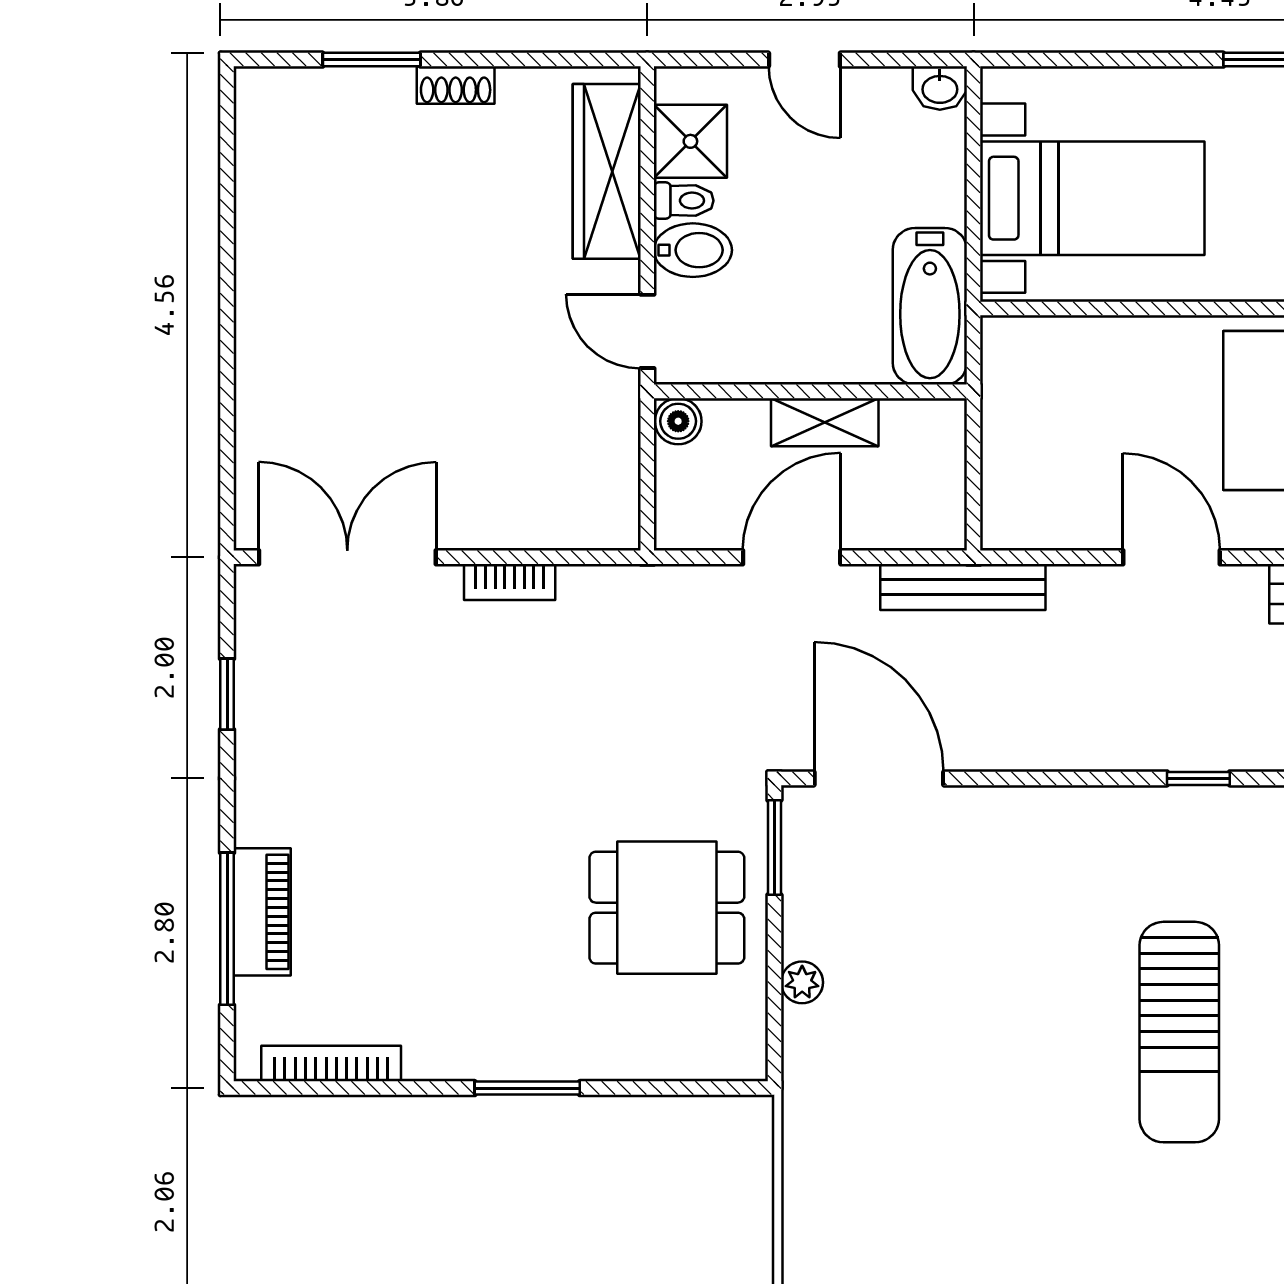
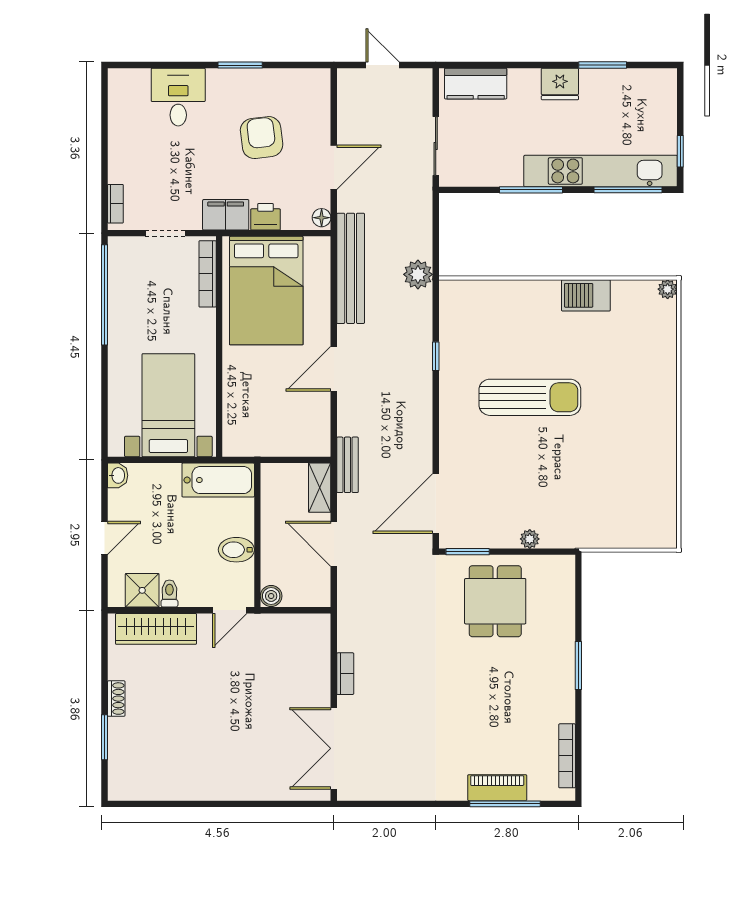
bidet: (693, 250) -> (236, 550), moved, turned -90
shelving: (825, 422) -> (320, 488), moved
bench: (963, 587) -> (347, 465), width x0.73
window: (227, 694) -> (397, 804), removed
sun lounger: (1179, 1032) -> (530, 397), moved

